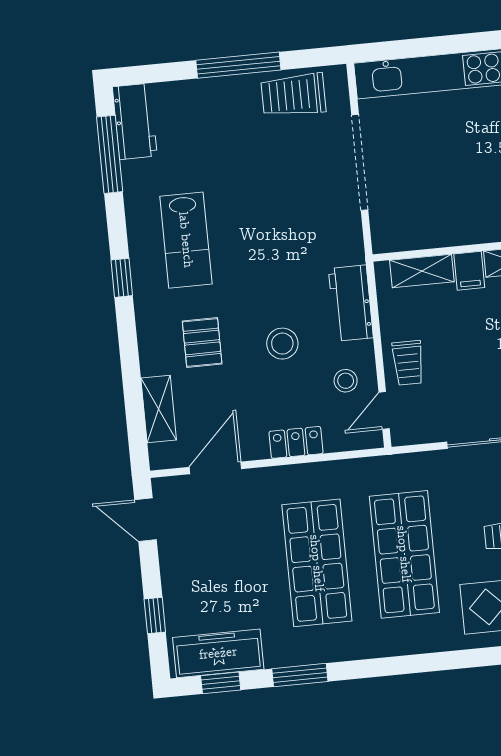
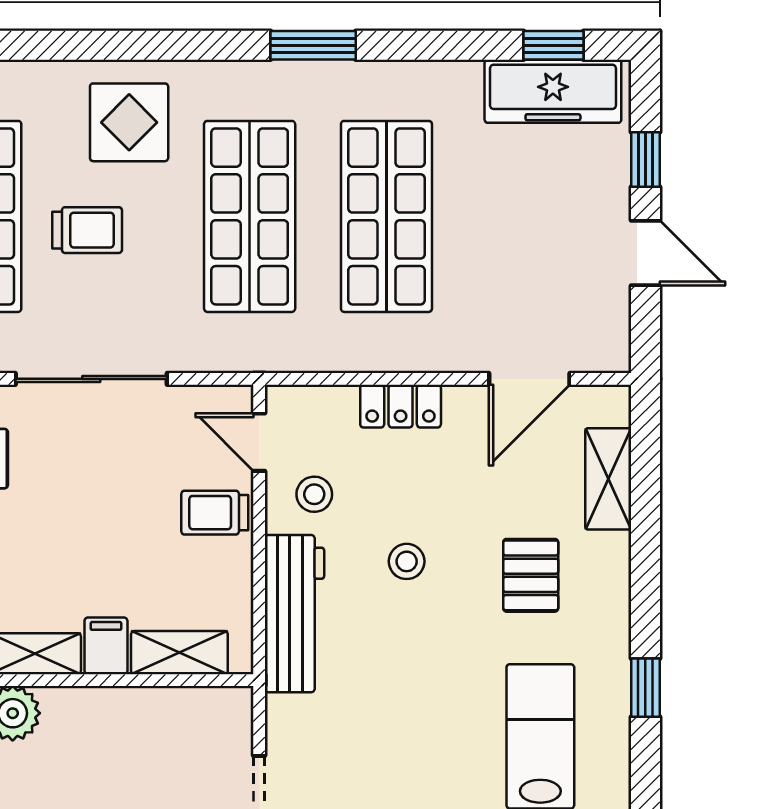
workbench: (351, 303) -> (294, 614), width x1.38
stool: (282, 344) -> (407, 561), width x0.73, depth x0.73
trolley: (408, 363) -> (215, 513), turned -90
door: (384, 411) -> (259, 442), swing flipped
door: (145, 520) -> (645, 253), moved
window: (300, 675) -> (313, 45), moved

